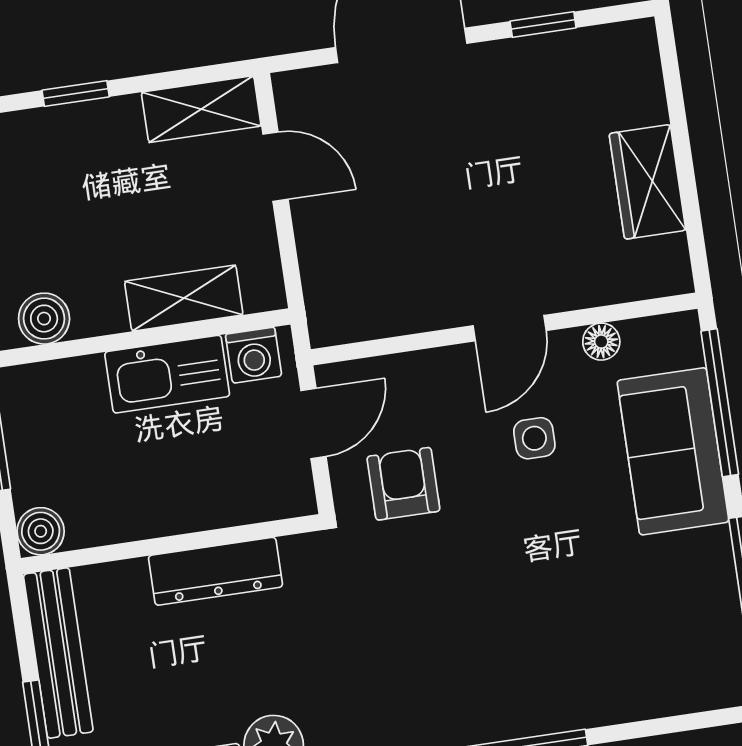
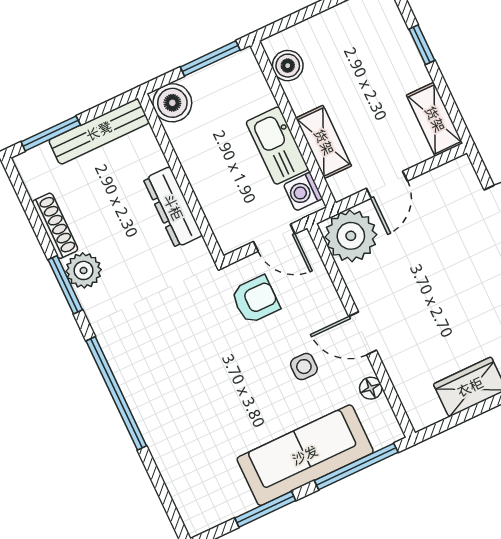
door: (276, 167) -> (387, 185), moved
plant: (347, 300) -> (351, 236), added
sofa: (673, 451) -> (305, 455), width x1.36
boiler: (41, 531) -> (172, 103), width x1.36, depth x1.36

